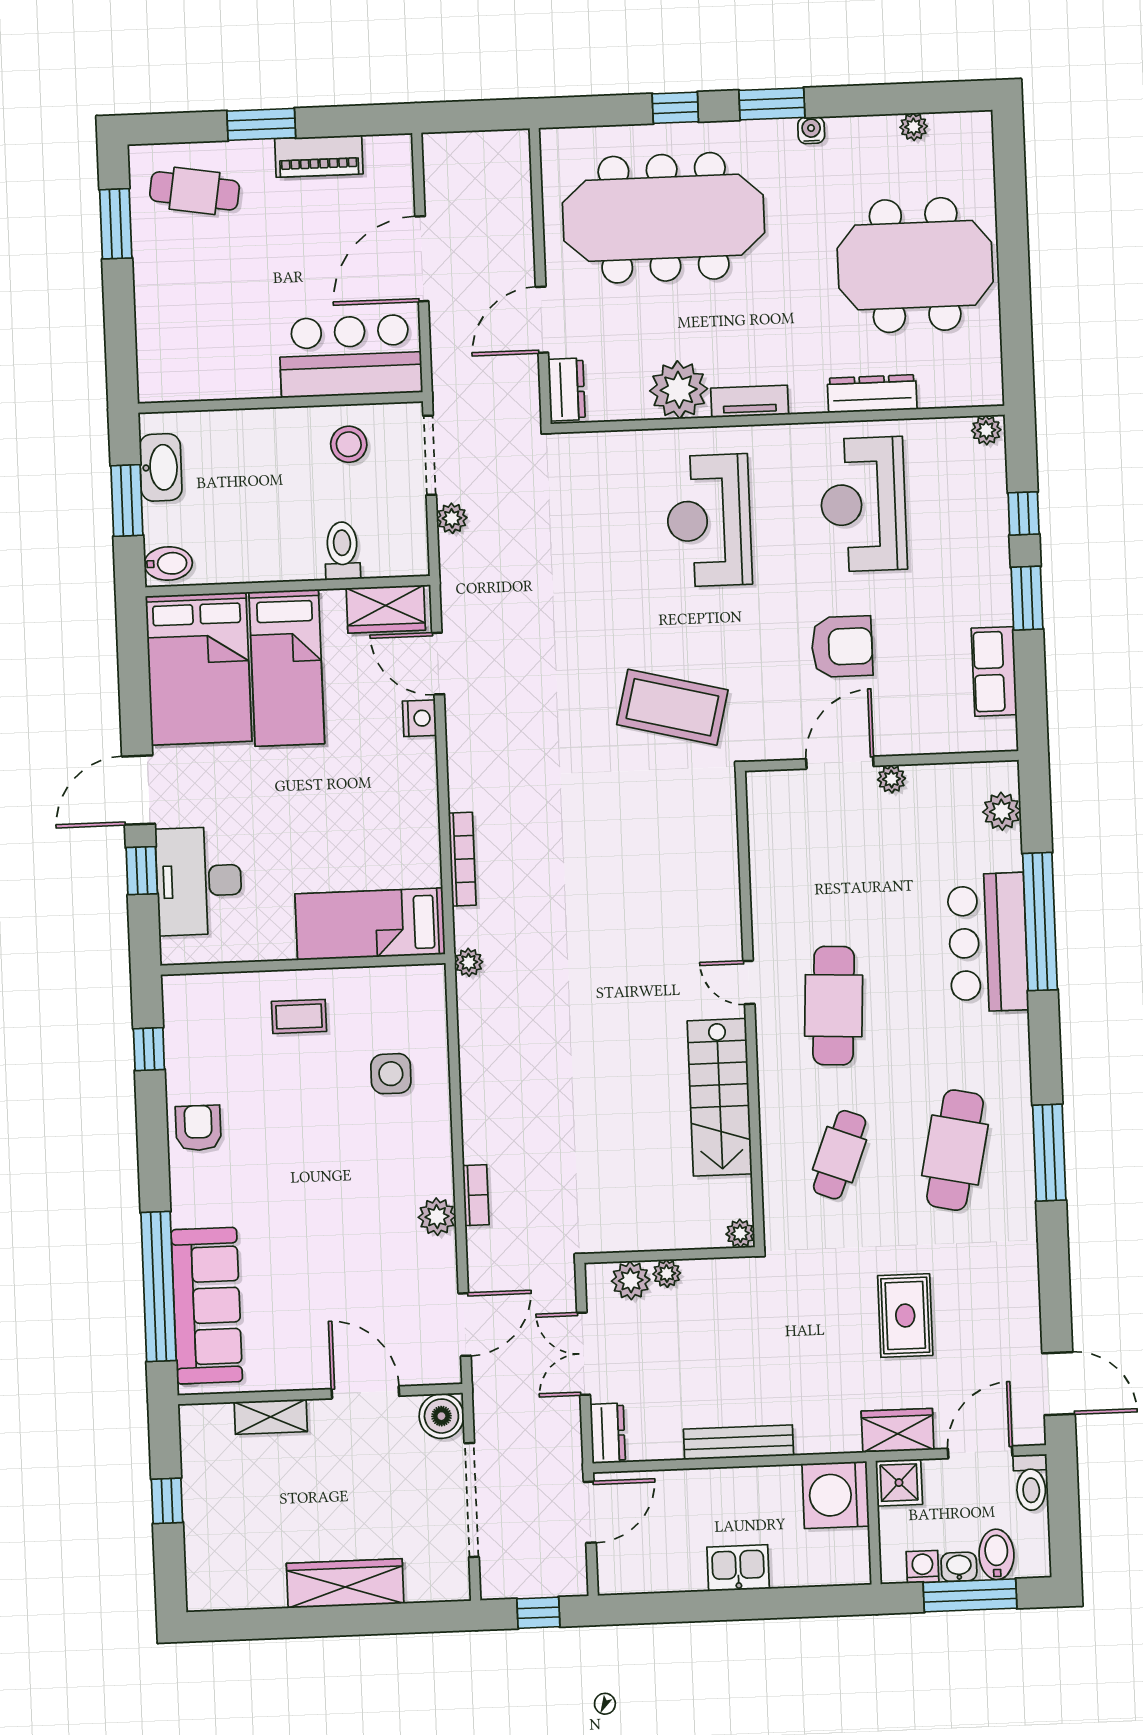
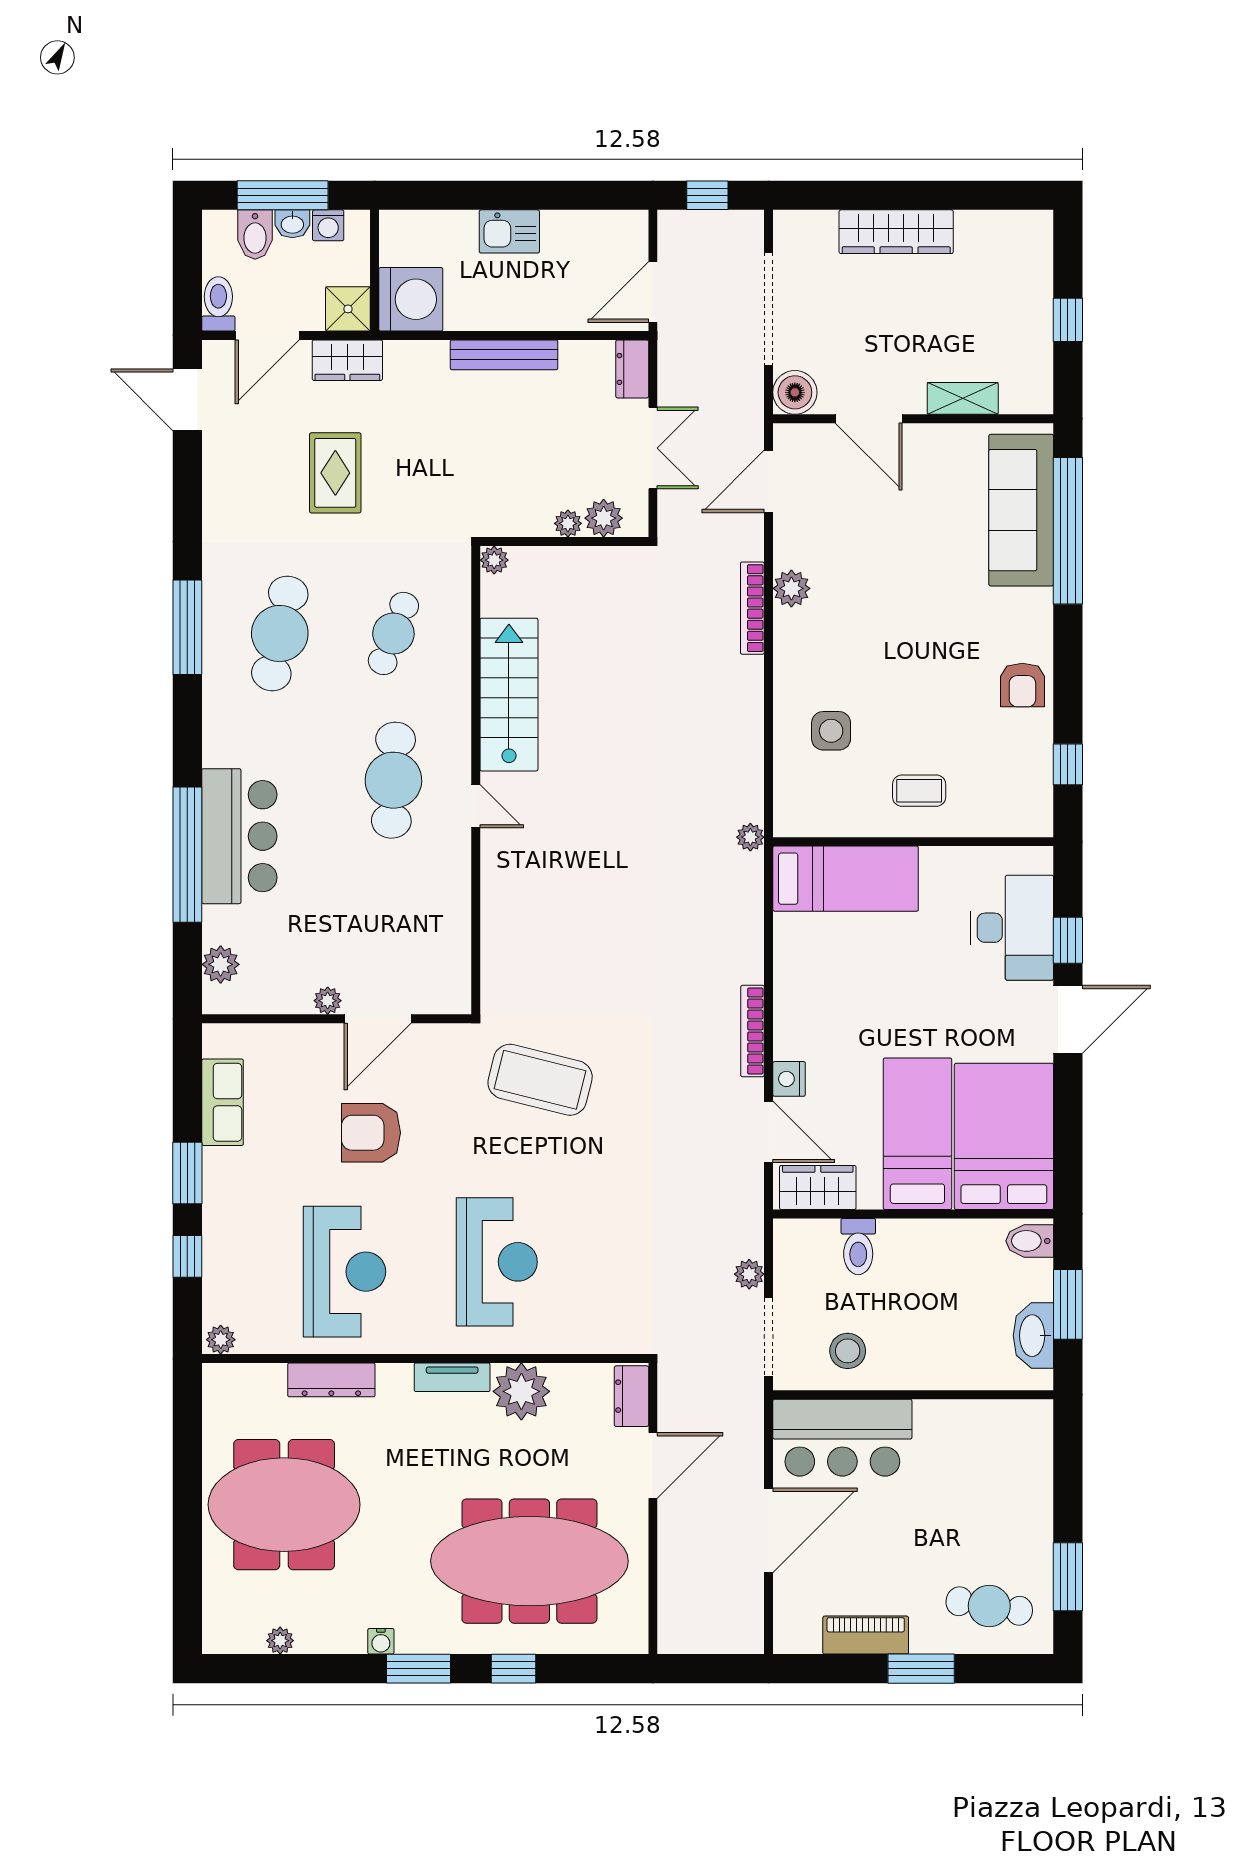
bookcase: (462, 859) -> (753, 1031), moved
bookcase: (476, 1195) -> (752, 608), width x1.56

